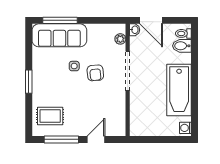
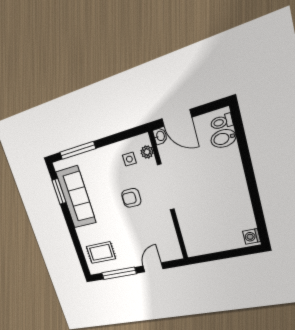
sofa: (59, 35) -> (76, 197), moved, turned -90
side table: (74, 66) -> (129, 159), moved
armchair: (95, 73) -> (131, 198), turned 96
window: (29, 82) -> (59, 191), moved
bathtub: (179, 90) -> (233, 194), removed

